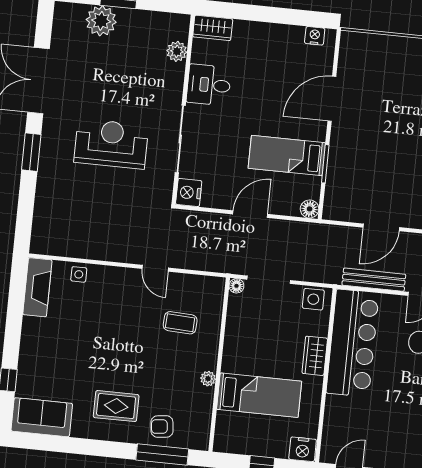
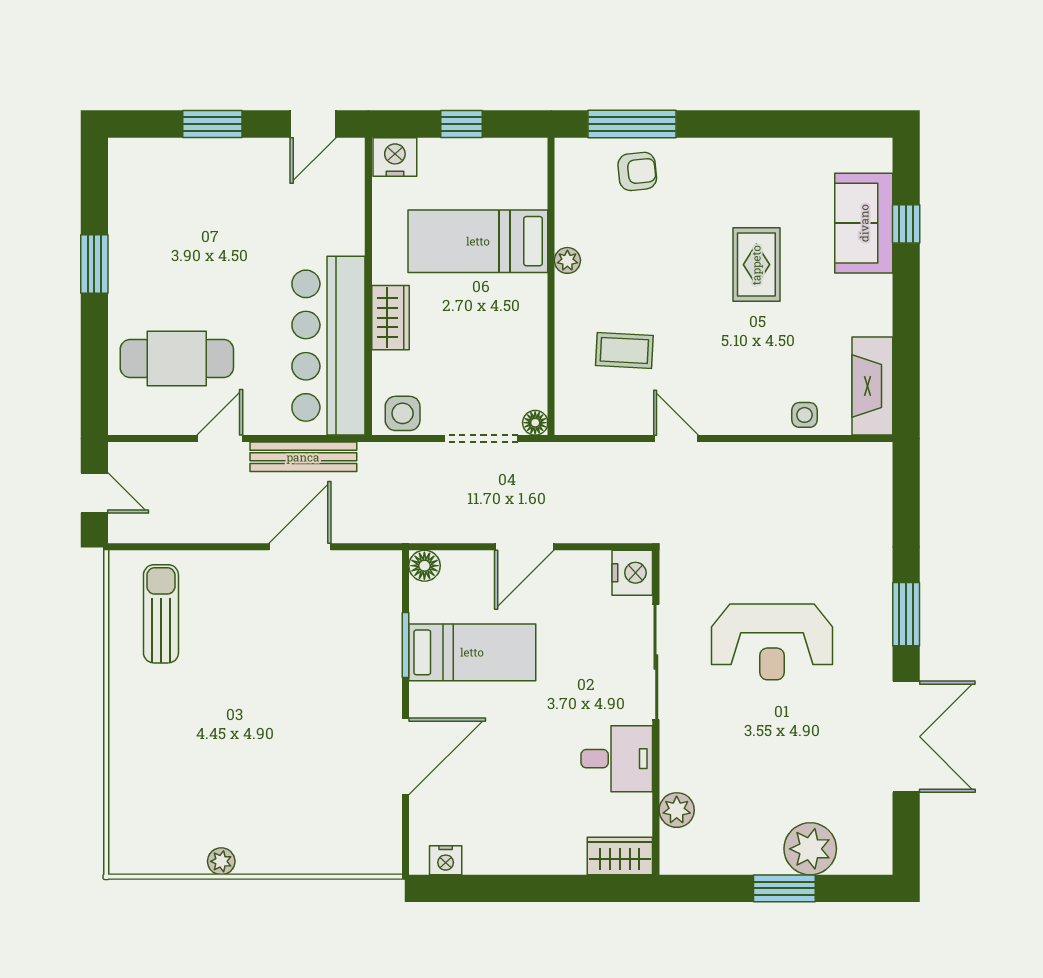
rug: (116, 406) -> (756, 265), moved, turned 90
sofa: (42, 417) -> (864, 223), moved, turned 90

